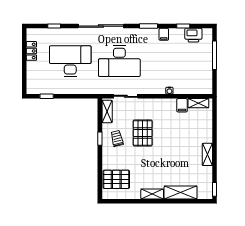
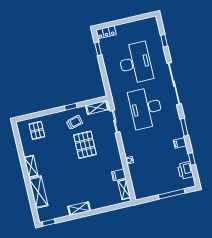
locker: (31, 51) -> (106, 32), moved
pallet: (143, 133) -> (85, 145), turned 90
pallet: (116, 179) -> (37, 130), width x0.67, depth x0.71

